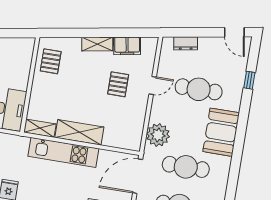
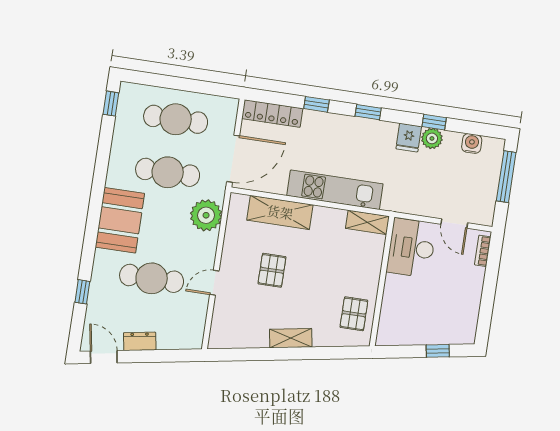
dresser: (186, 43) -> (140, 341), moved
filing cabinet: (127, 46) -> (250, 336), removed
pallet: (118, 84) -> (272, 270), moved
shelving: (79, 132) -> (280, 212), moved

